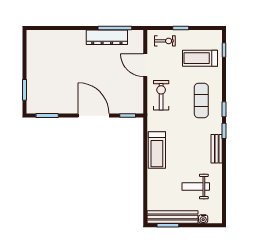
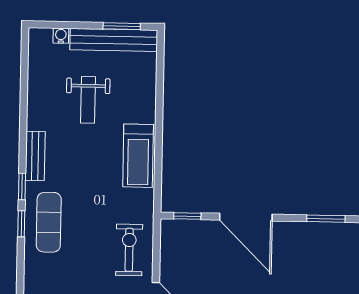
exercise bike: (161, 95) -> (129, 250), turned 180
exercise mat: (201, 100) -> (49, 222), moved
treadmill: (157, 150) -> (138, 156), turned 180
weight bench: (196, 187) -> (88, 100), moved, turned 90

